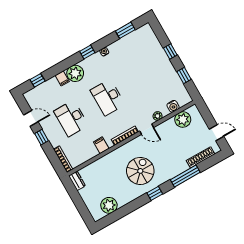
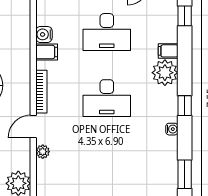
desk: (108, 97) -> (107, 98), turned 180
water cooler: (173, 106) -> (44, 34), moved
desk: (71, 118) -> (107, 32), turned 180

